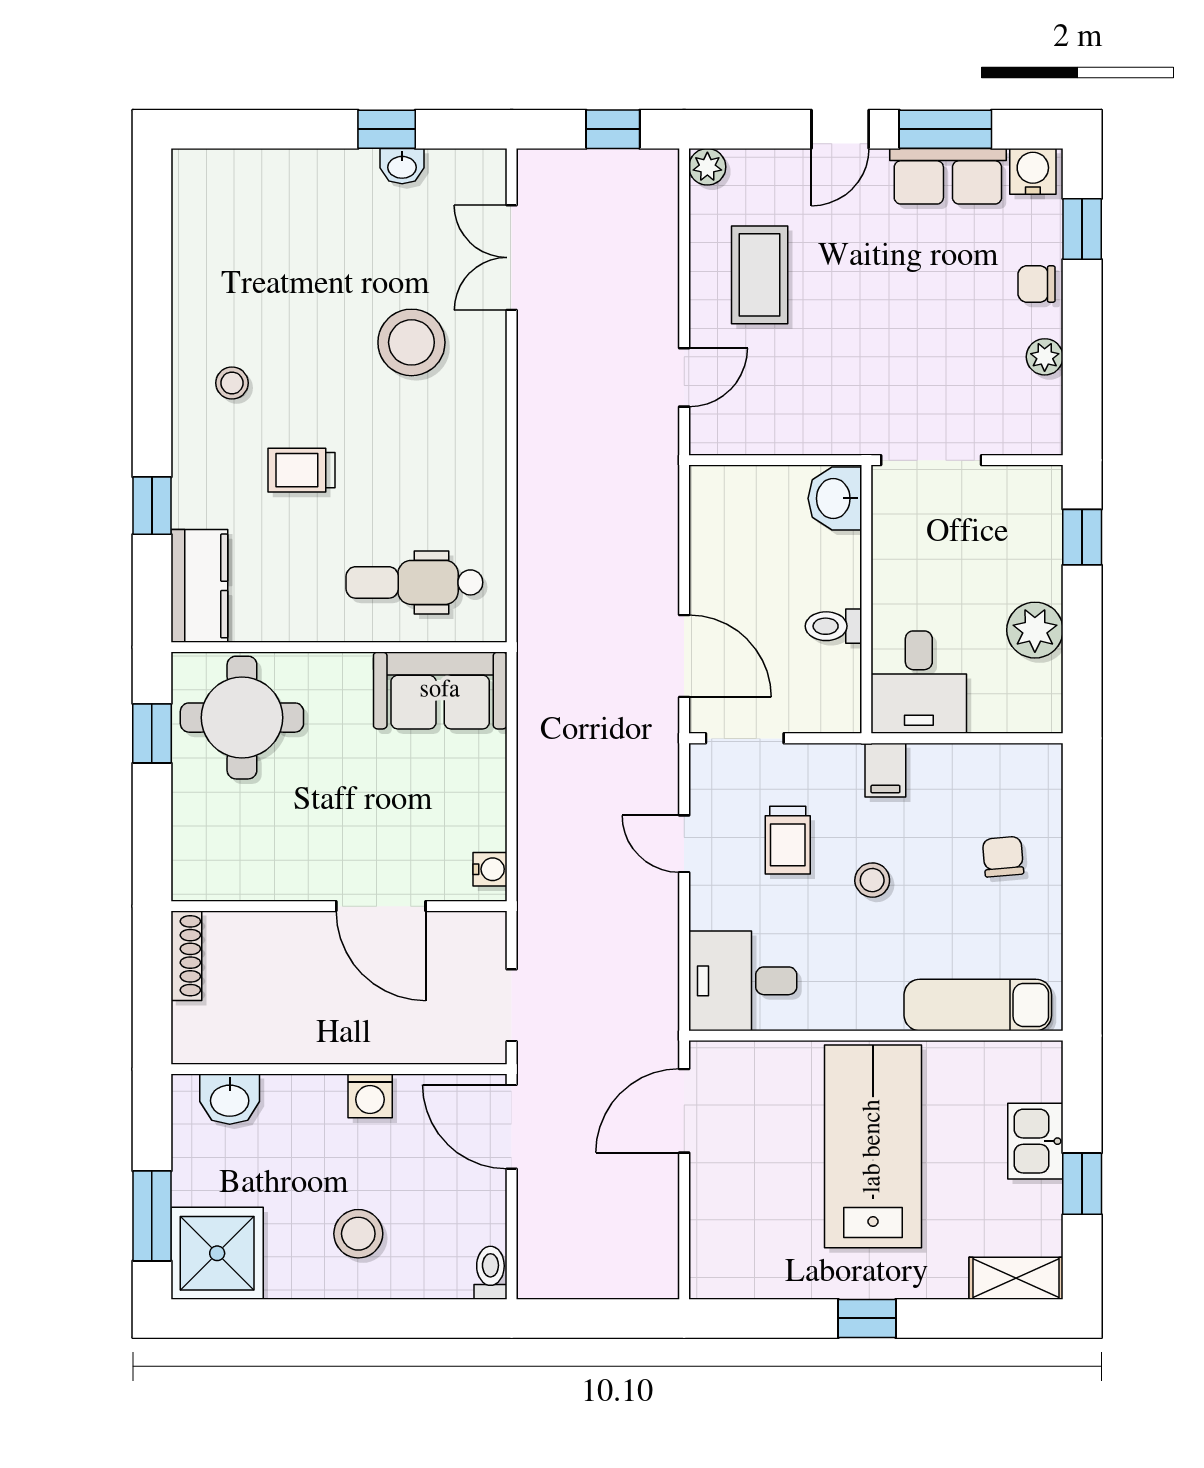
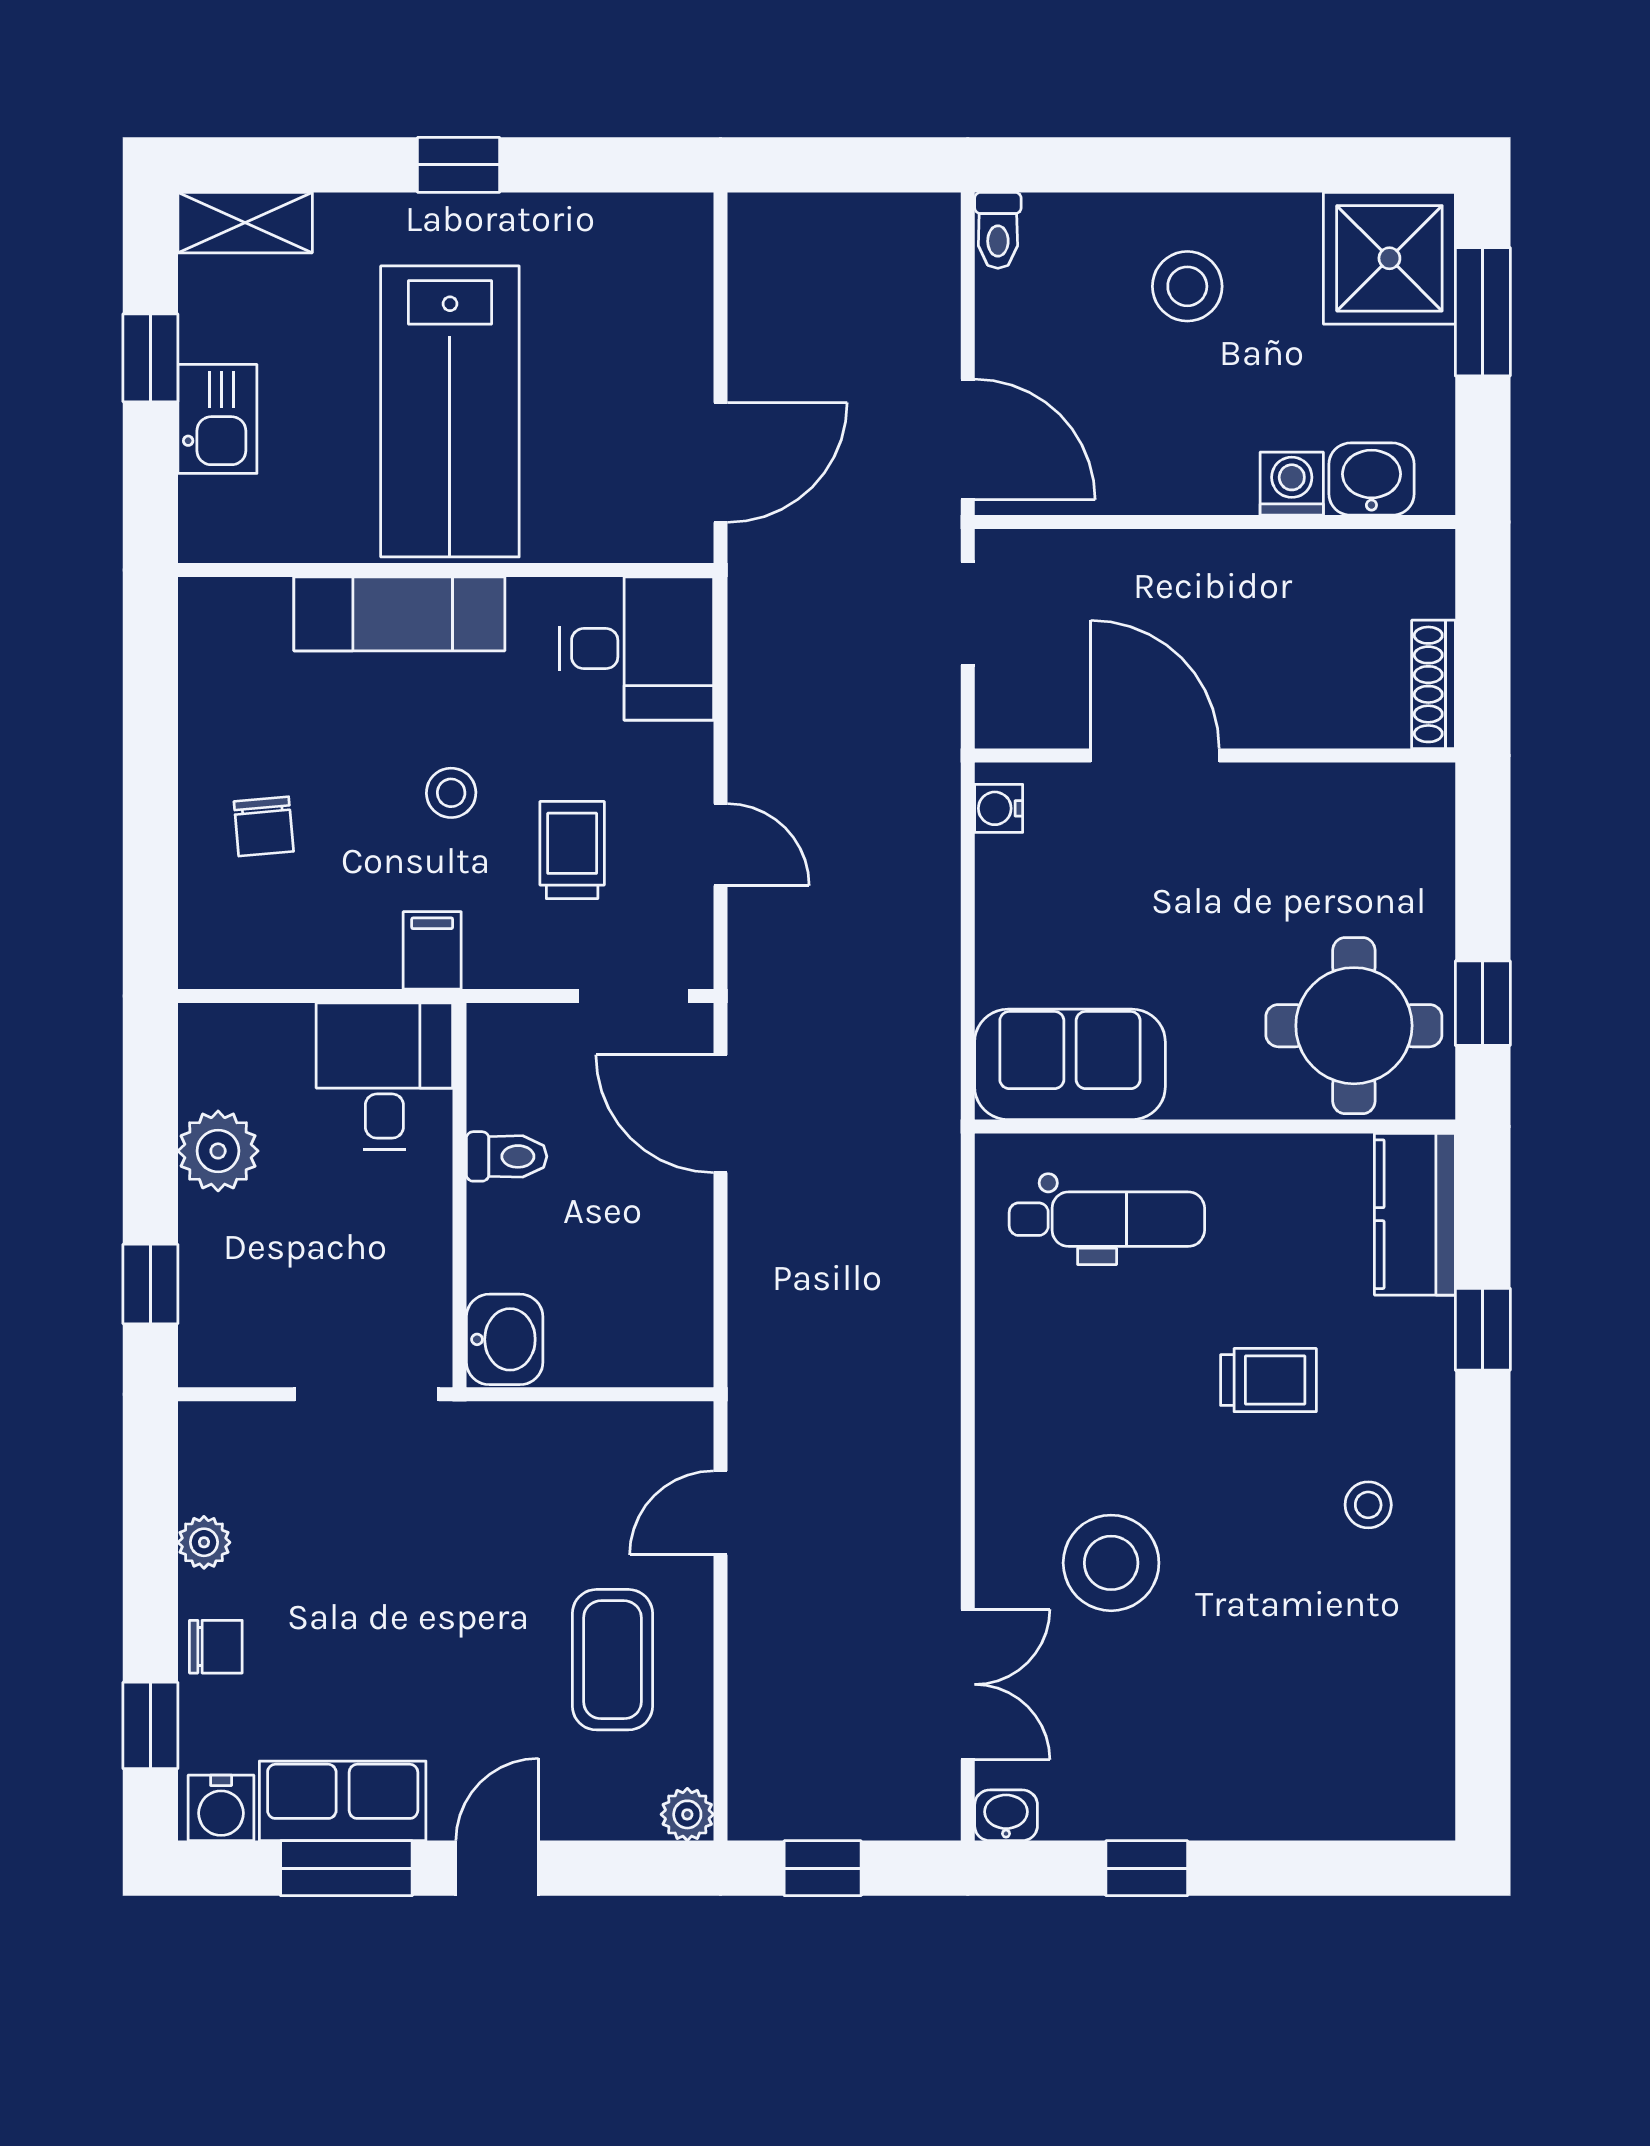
washbasin: (402, 166) -> (1006, 1815), moved
exam couch: (978, 1005) -> (399, 614), moved
washing machine: (370, 1096) -> (1292, 484), moved

